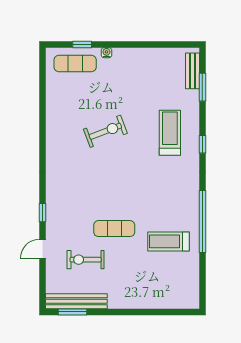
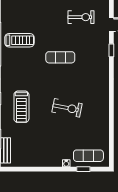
exercise bike: (105, 131) -> (67, 108), turned -148
exercise mat: (114, 229) -> (60, 57), moved
treadmill: (169, 241) -> (19, 40), moved

